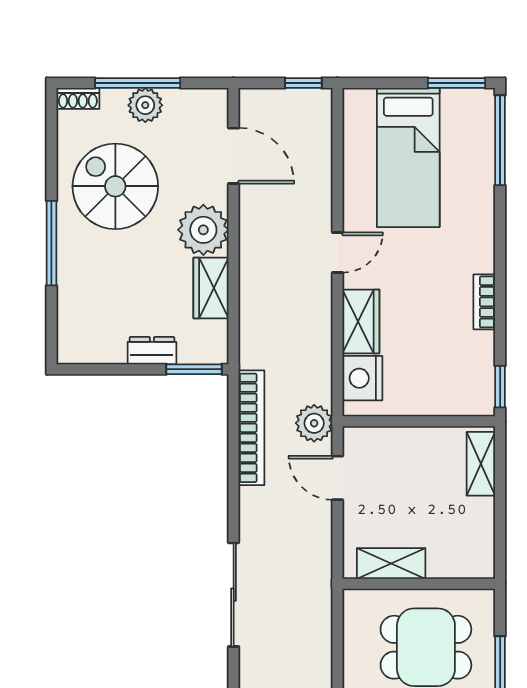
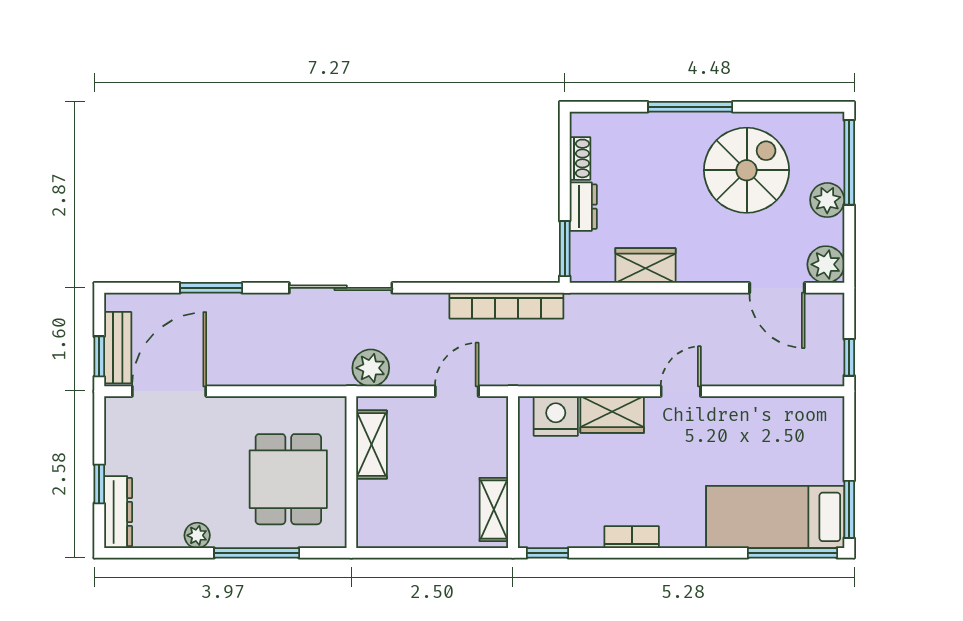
window: (138, 83) -> (849, 162), moved
shoe rack: (78, 98) -> (580, 158), moved, turned 180
door: (234, 156) -> (777, 288), hinge flipped
bed: (408, 158) -> (775, 517), moved
plant: (203, 230) -> (826, 264), moved, width x0.73, depth x0.73
door: (338, 253) -> (681, 391), swing flipped
plant: (314, 423) -> (371, 368), moved
shelving: (481, 464) -> (494, 509), moved, turned 90

